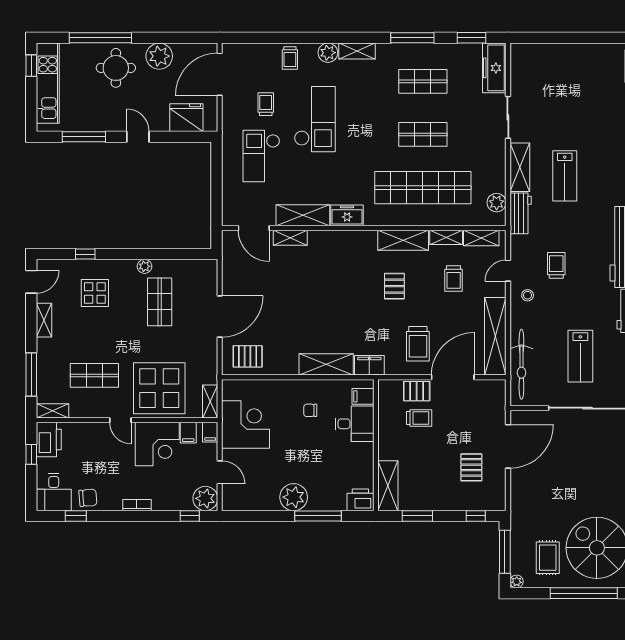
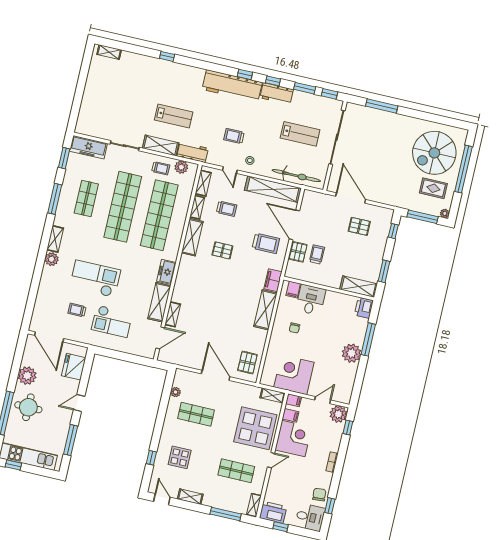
trolley: (290, 58) -> (161, 168), moved
shop shelf: (423, 134) -> (123, 207), width x2.00, depth x1.36
plant: (144, 266) -> (175, 392), moved
shop shelf: (94, 375) -> (236, 471), turned 90

